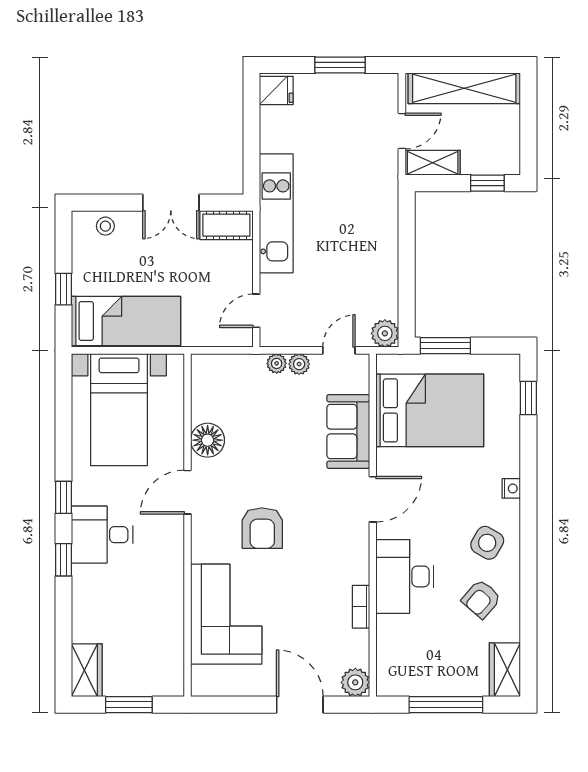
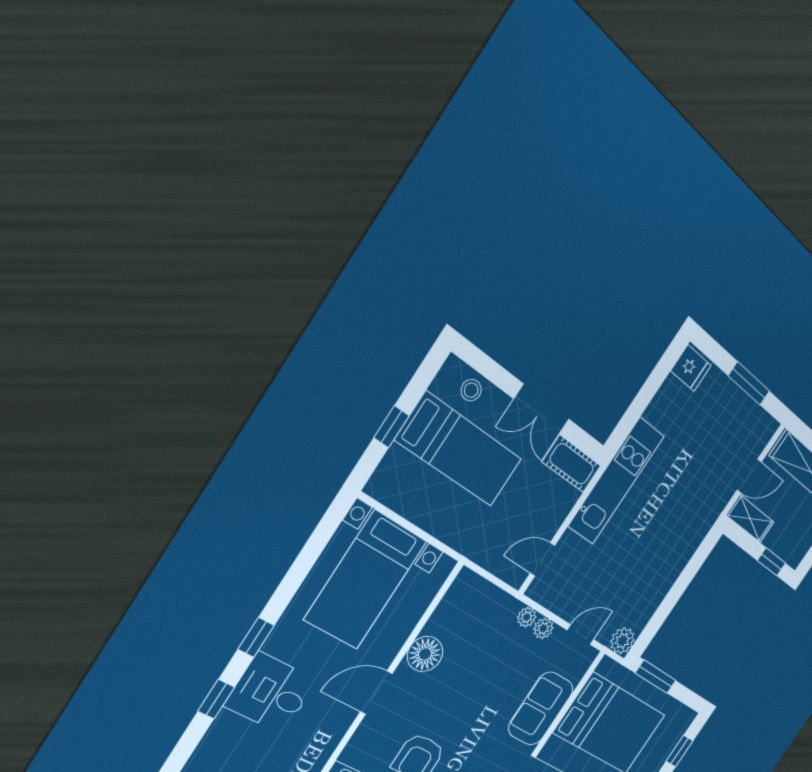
bed: (126, 321) -> (459, 450), moved

